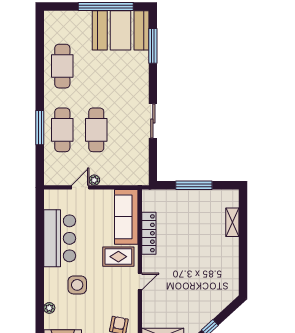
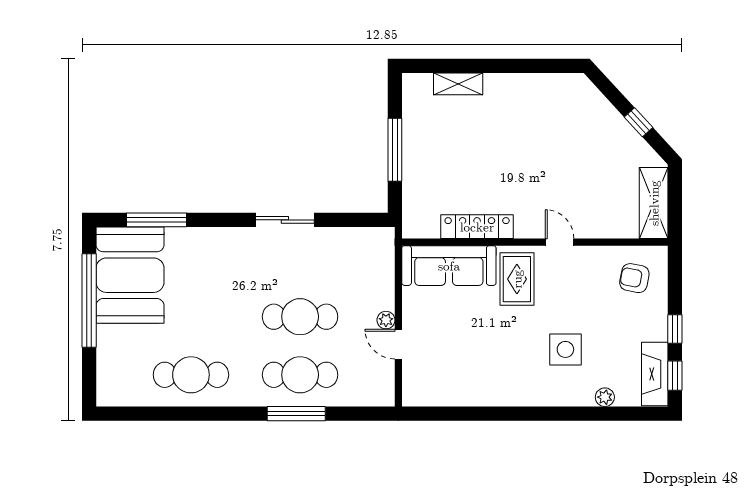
bar counter: (60, 238) -> (486, 379), removed

